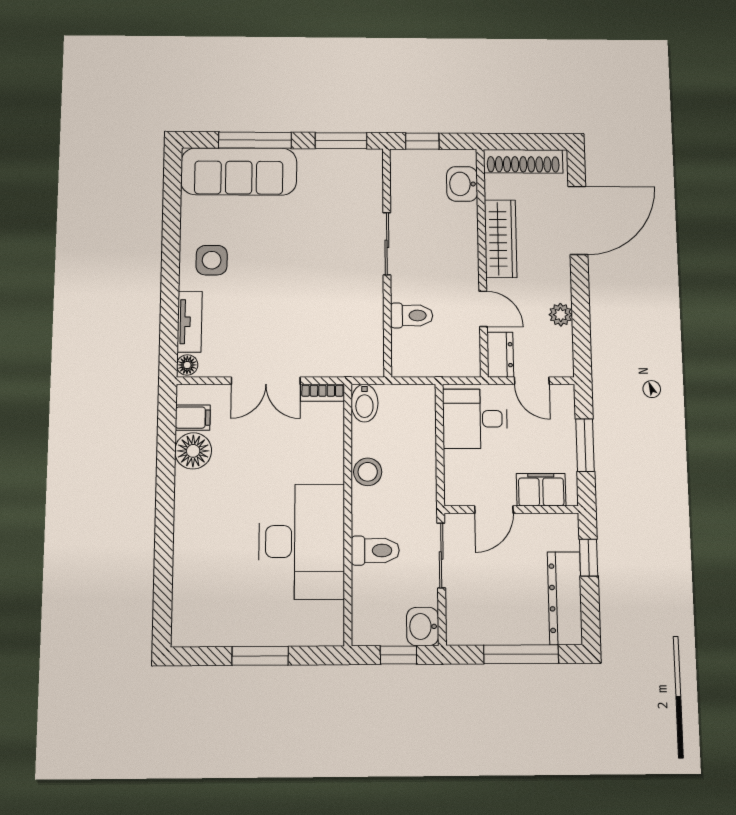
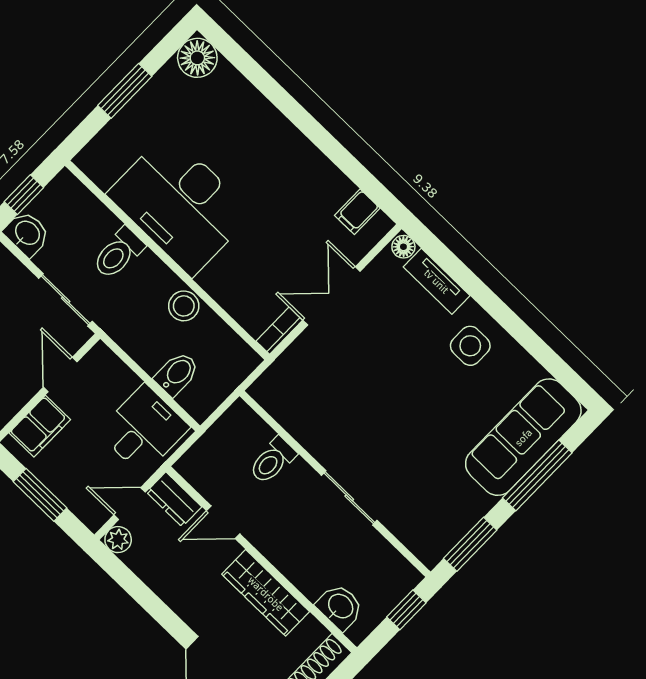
plant: (561, 315) -> (118, 540), moved
bidet: (364, 403) -> (177, 374), moved, turned 90
floor lamp: (193, 451) -> (197, 58), moved

